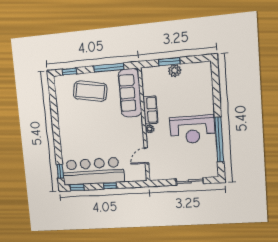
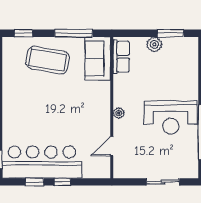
window: (169, 62) -> (170, 33), moved
sofa: (130, 93) -> (98, 59), width x0.73
row of seats: (150, 110) -> (121, 57), moved
window: (77, 187) -> (34, 182), moved

